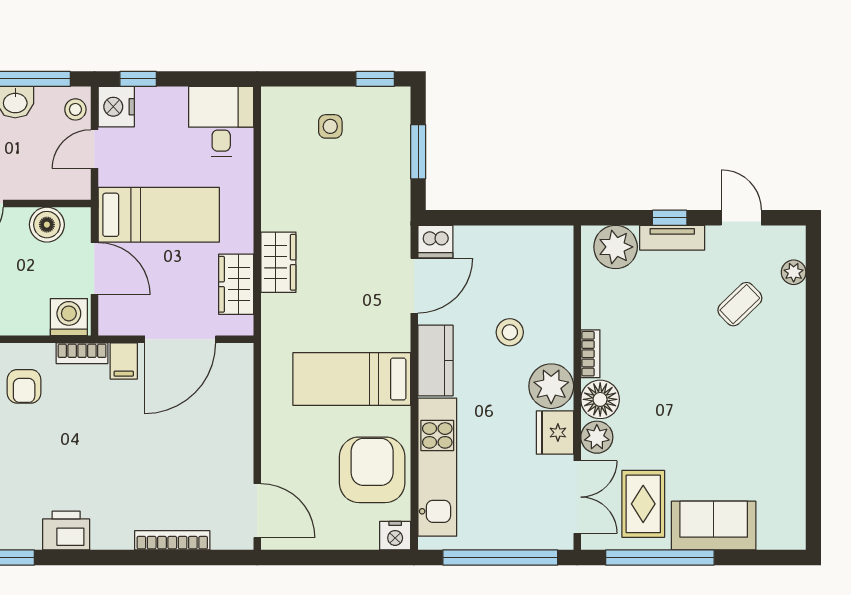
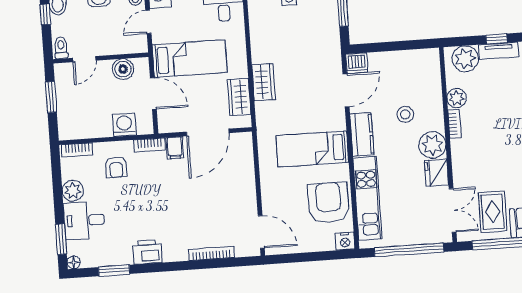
washing machine: (69, 317) -> (124, 125), moved
floor lamp: (600, 399) -> (462, 151), removed
plant: (597, 437) -> (457, 98), moved

